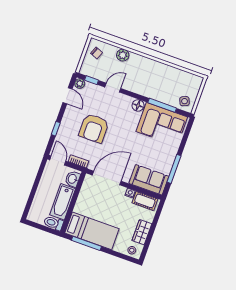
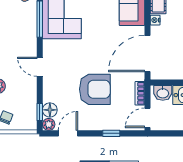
door: (113, 88) -> (40, 67), moved
floor lamp: (138, 105) -> (50, 110), moved
door: (107, 178) -> (147, 53), hinge flipped

